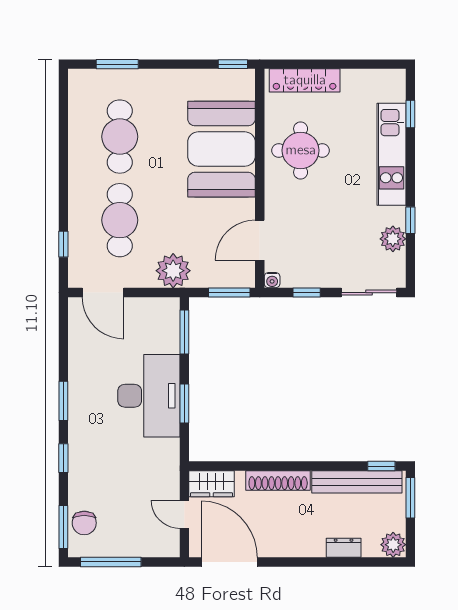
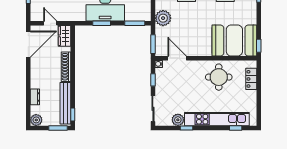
locker: (305, 80) -> (251, 79), width x0.66
booth: (221, 149) -> (234, 40), moved
kitchen unit: (391, 154) -> (217, 119), width x1.36
door: (184, 514) -> (50, 23), hinge flipped

